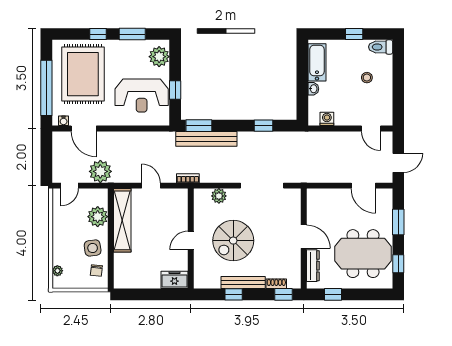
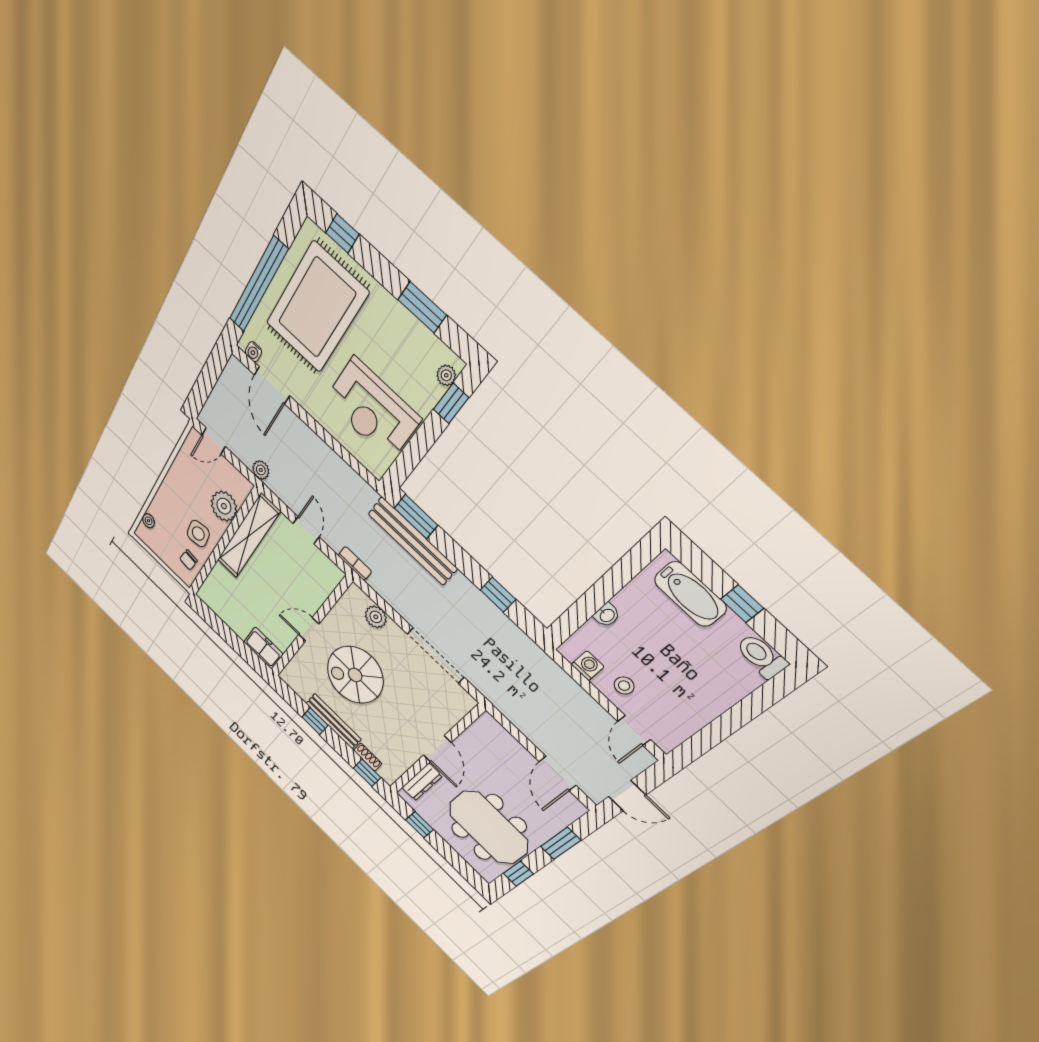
window: (98, 34) -> (342, 234), moved
plant: (159, 57) -> (446, 375), width x0.53, depth x0.53
bathtub: (317, 62) -> (690, 594), moved, turned 90
stool: (367, 78) -> (624, 686), moved
window: (175, 90) -> (451, 403), moved
plant: (100, 171) -> (261, 470), width x0.53, depth x0.53

